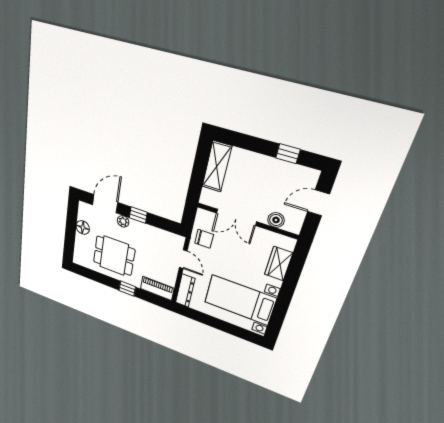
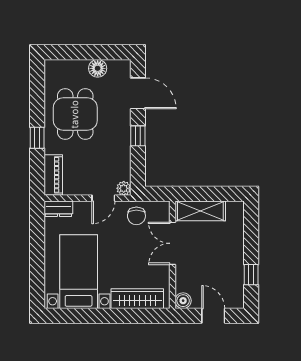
shelving: (217, 166) -> (200, 211), moved
boiler: (276, 220) -> (183, 301), moved
plant: (123, 221) -> (124, 188), moved
wardrobe: (279, 264) -> (137, 299), width x1.50
dresser: (185, 291) -> (58, 209), width x0.70

